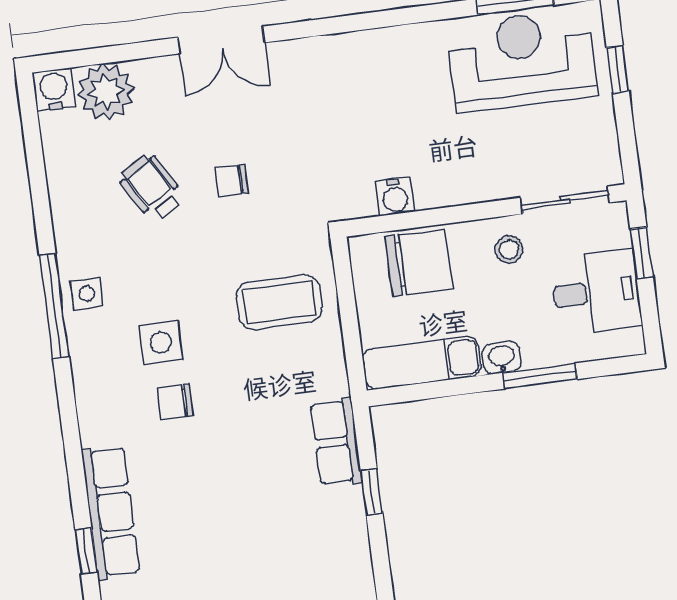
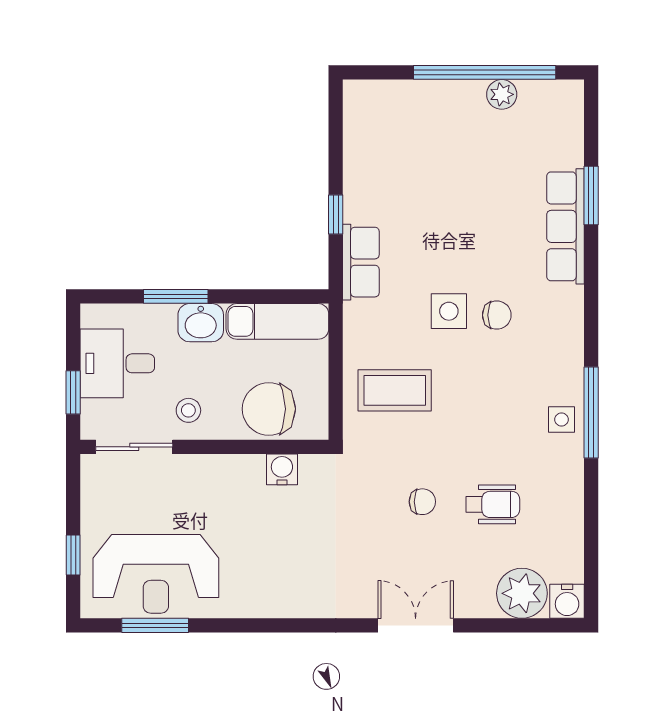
wheelchair: (152, 188) -> (493, 504), turned -59
side table: (161, 342) -> (449, 311), moved
washbasin: (502, 358) -> (201, 323), width x1.38, depth x1.45
window: (86, 551) -> (591, 196), width x1.50

